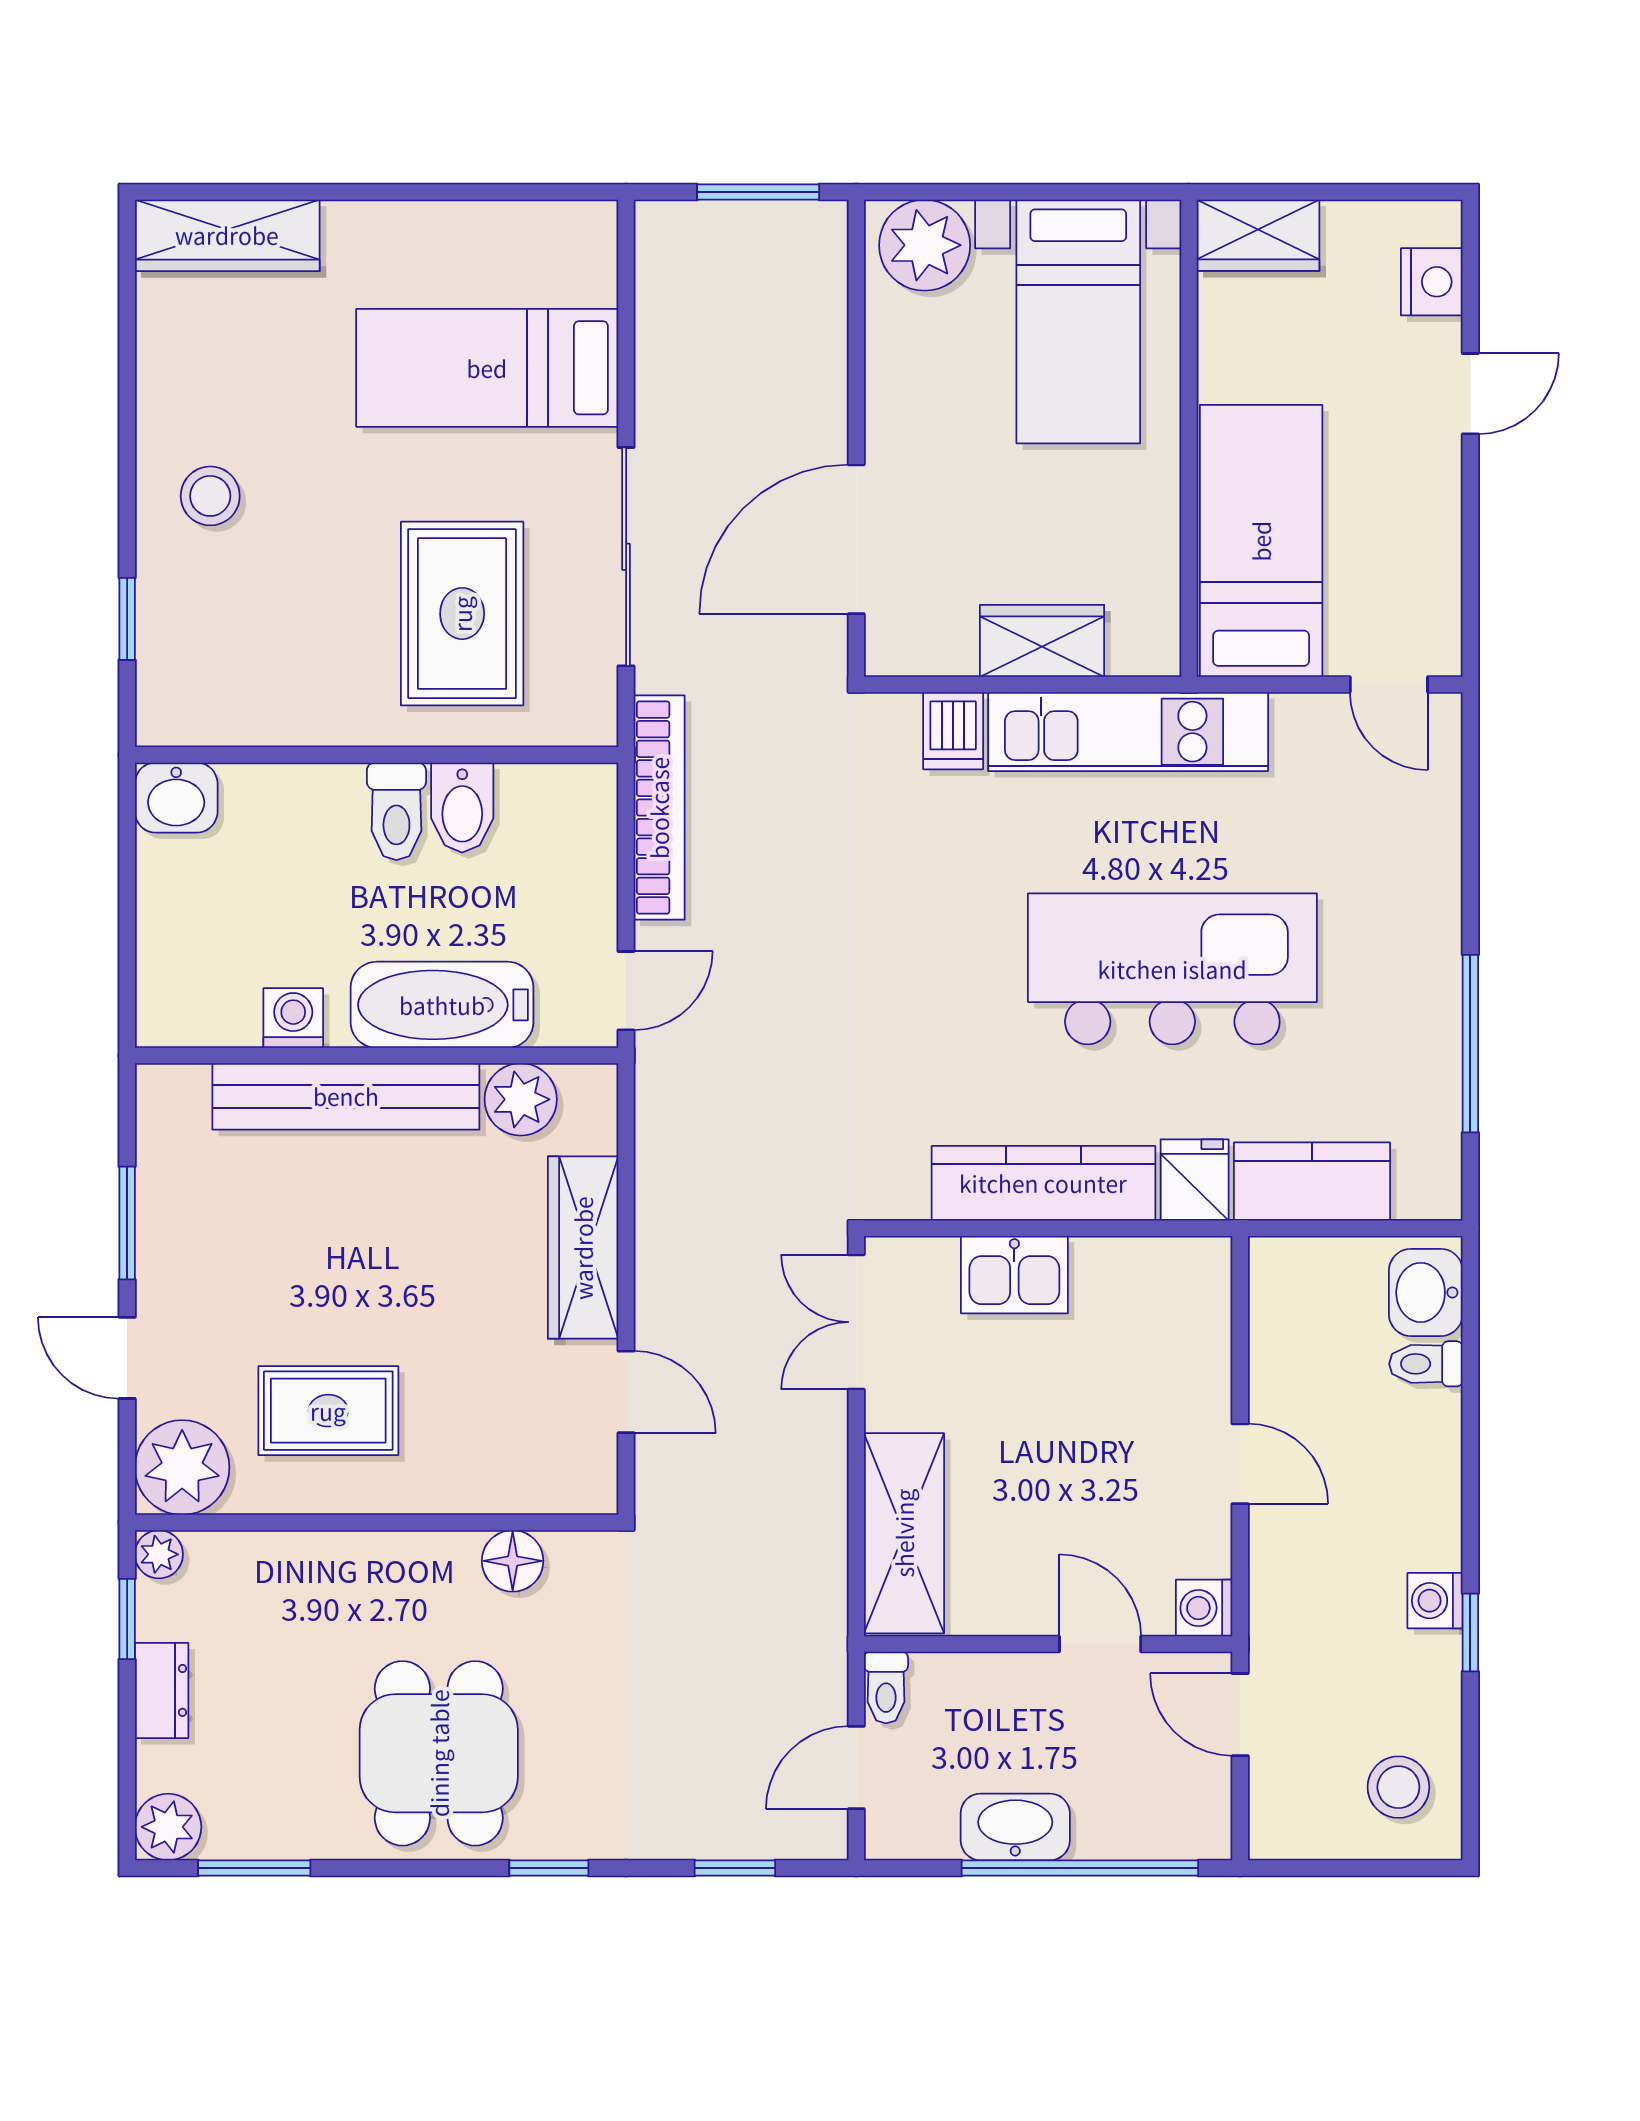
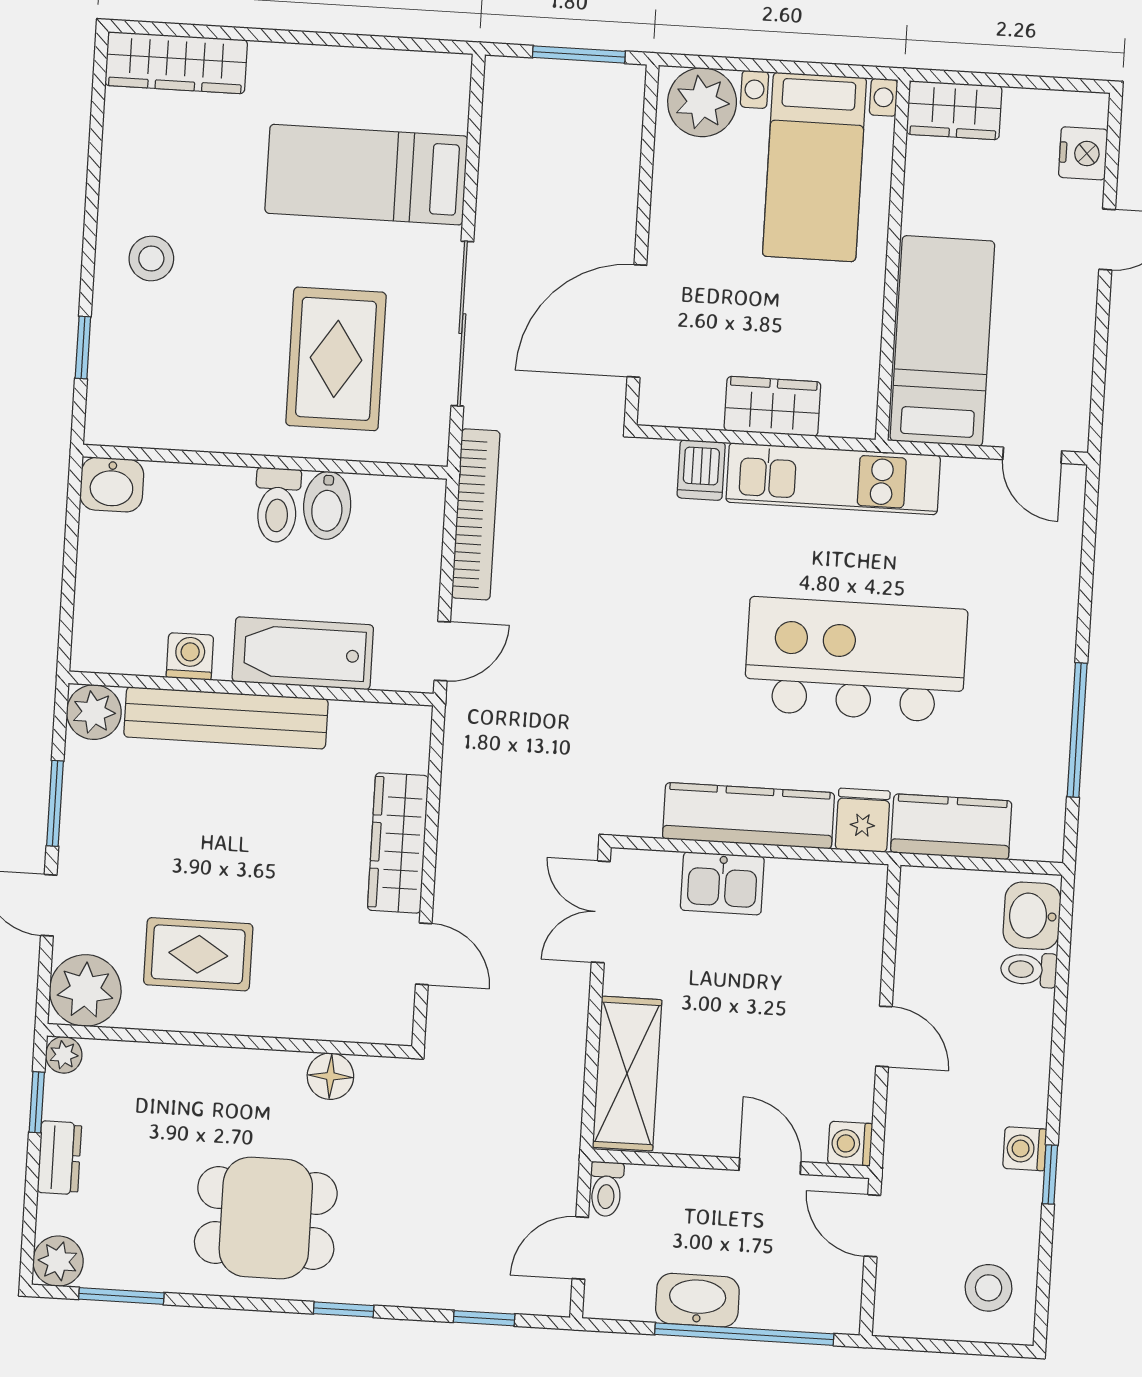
plant: (521, 1099) -> (94, 712), moved
dining table: (439, 1753) -> (266, 1218), turned 90

